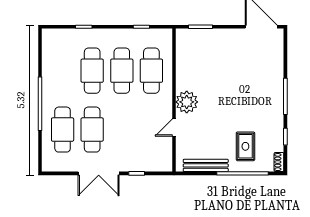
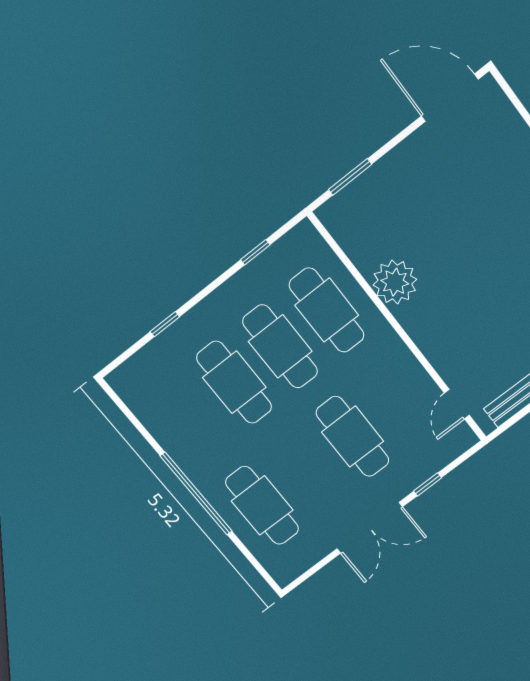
plant: (187, 102) -> (395, 282), moved
door: (174, 128) -> (457, 404), moved
cafe table: (92, 130) -> (353, 437), moved

